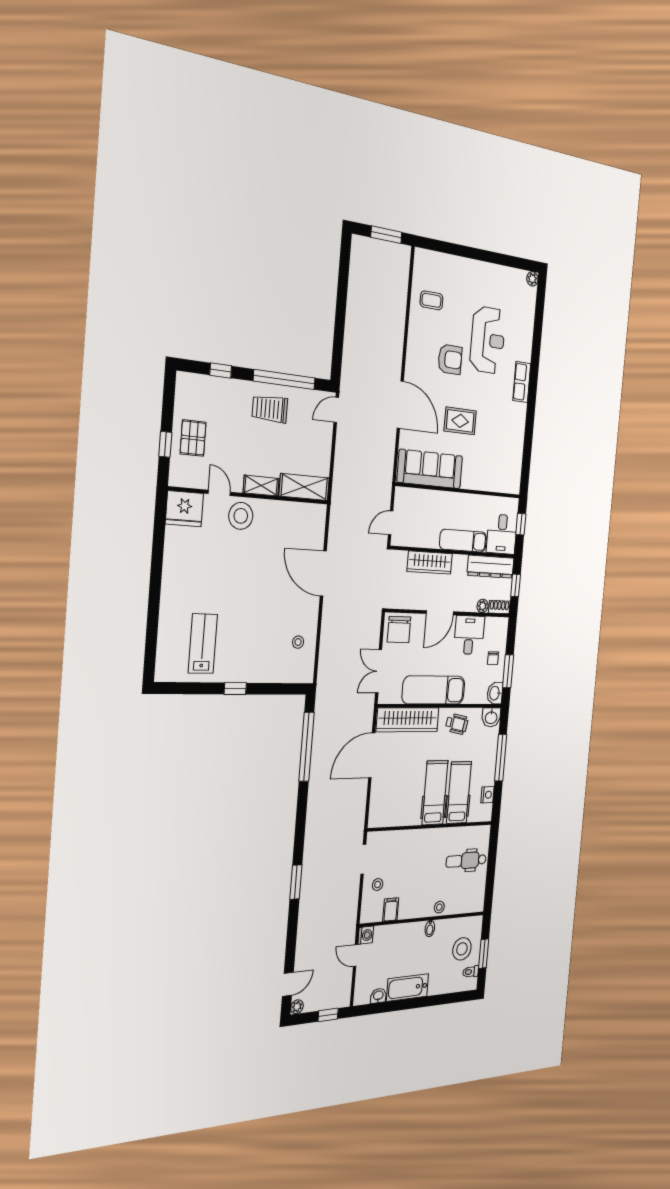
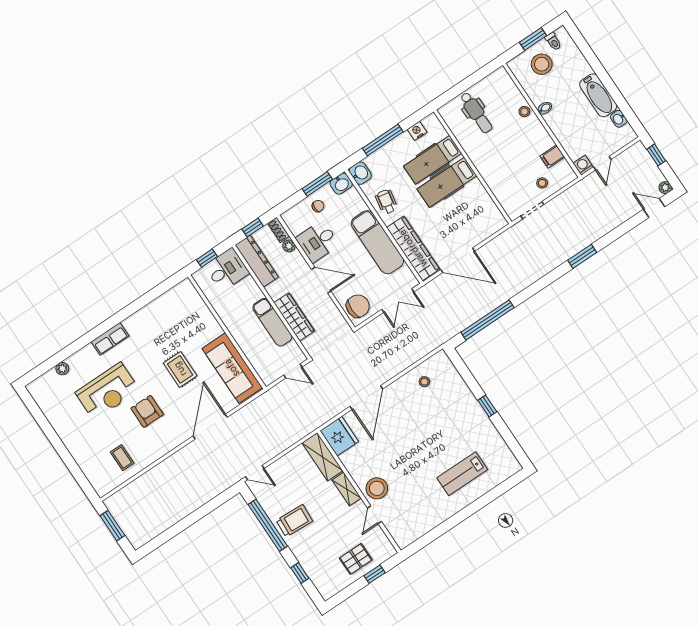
plant: (532, 279) -> (62, 369), moved
reception desk: (488, 340) -> (107, 391), turned 180
trolley: (270, 409) -> (294, 521), turned -87
fridge: (184, 509) -> (339, 436), moved
exam couch: (463, 541) -> (272, 322), moved
lab bench: (203, 644) -> (462, 474), moved

